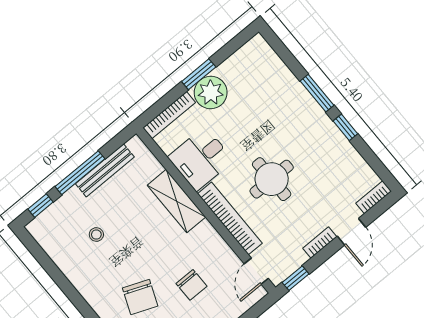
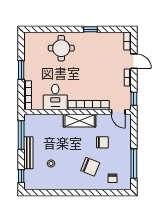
plant: (211, 92) -> (32, 71), removed
window: (317, 93) -> (68, 29), removed
bench: (105, 170) -> (28, 153), moved
window: (80, 173) -> (21, 135), moved
round table: (272, 179) -> (61, 48), moved
shelving: (177, 201) -> (80, 121), moved

